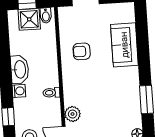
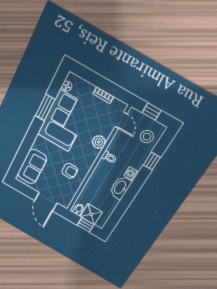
sofa: (124, 45) -> (32, 167), moved
corner sofa: (119, 99) -> (64, 121), added
plant: (73, 114) -> (99, 142), moved

